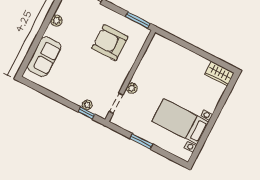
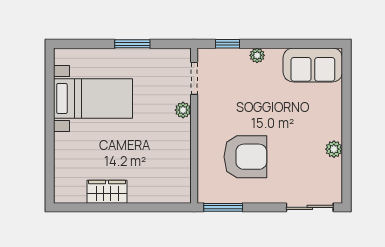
sofa: (44, 57) -> (313, 65), moved, turned -90
wardrobe: (219, 74) -> (107, 192), moved
plant: (87, 105) -> (257, 55), moved

